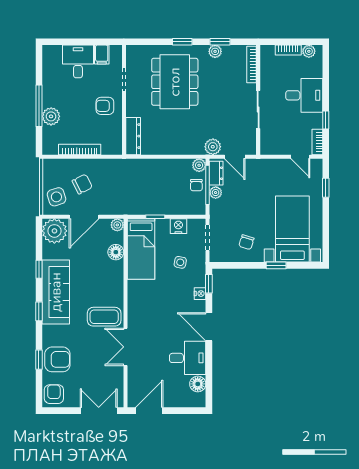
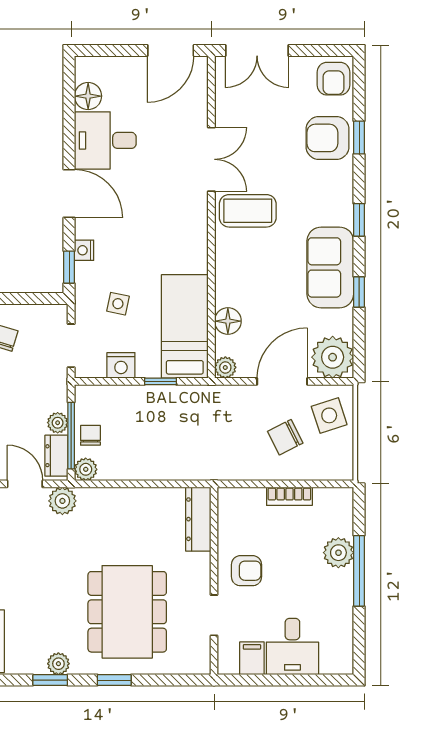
bookcase: (80, 149) -> (289, 496), width x0.64
sofa: (56, 292) -> (330, 267), width x0.73

